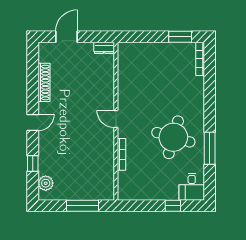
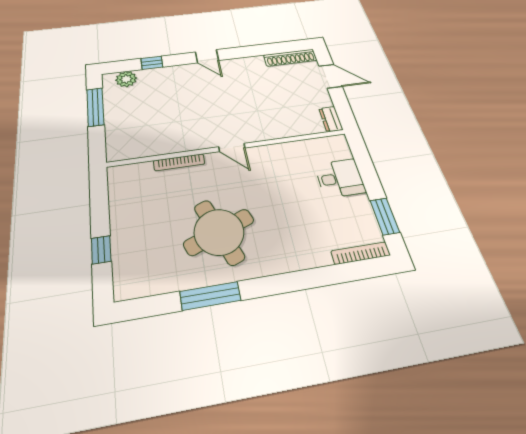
shoe rack: (44, 82) -> (290, 58), moved
door: (116, 119) -> (232, 147), swing flipped
round table: (173, 137) -> (219, 232), turned -37
desk: (192, 187) -> (340, 178), moved, turned 180
window: (82, 206) -> (95, 107), moved

